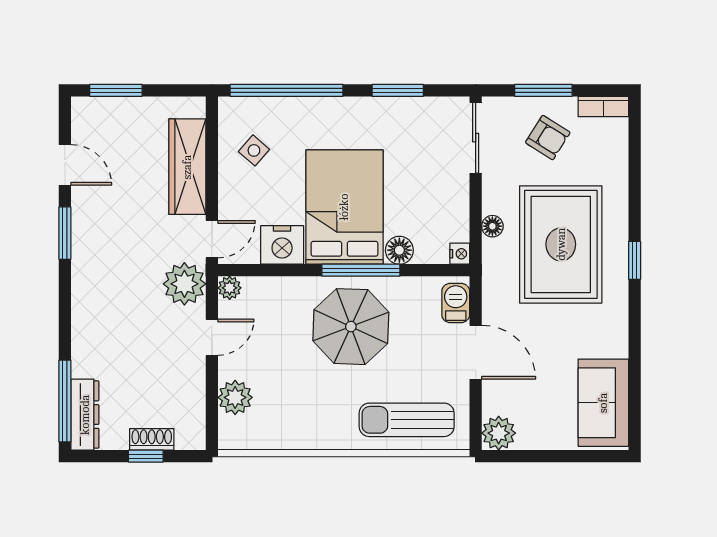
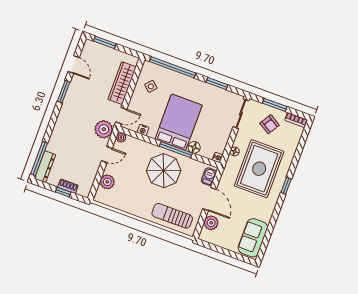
nightstand: (282, 245) -> (143, 130), width x0.53, depth x0.56
plant: (499, 433) -> (211, 223), moved

